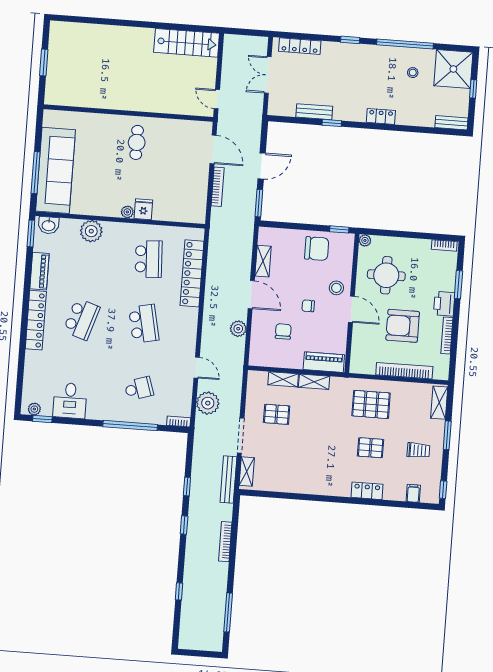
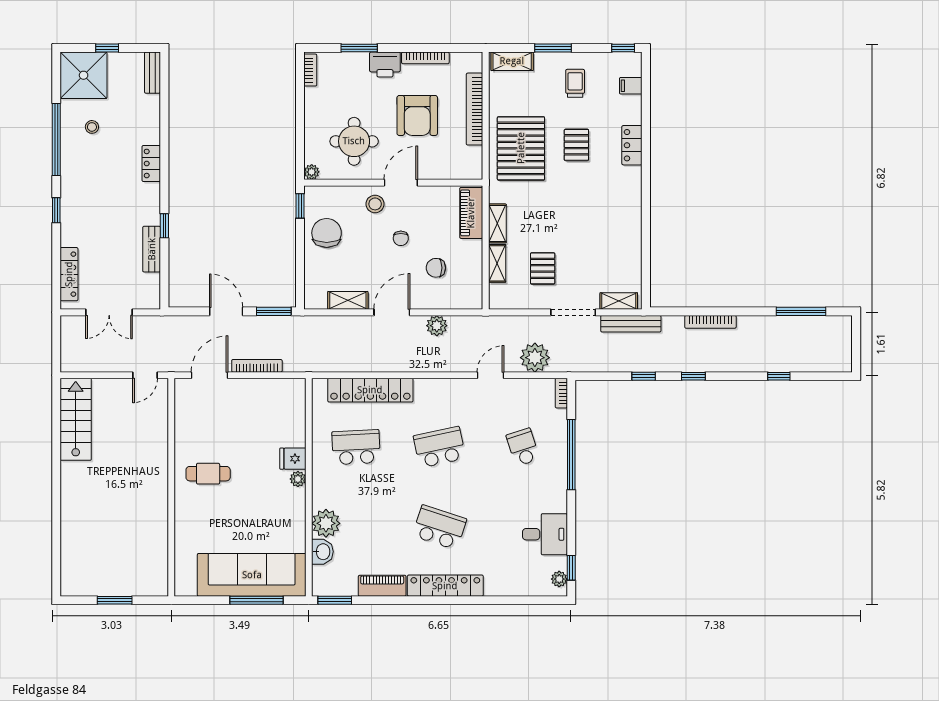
washbasin: (49, 225) -> (322, 552), moved
pallet: (371, 404) -> (521, 148), width x1.37, depth x1.41

